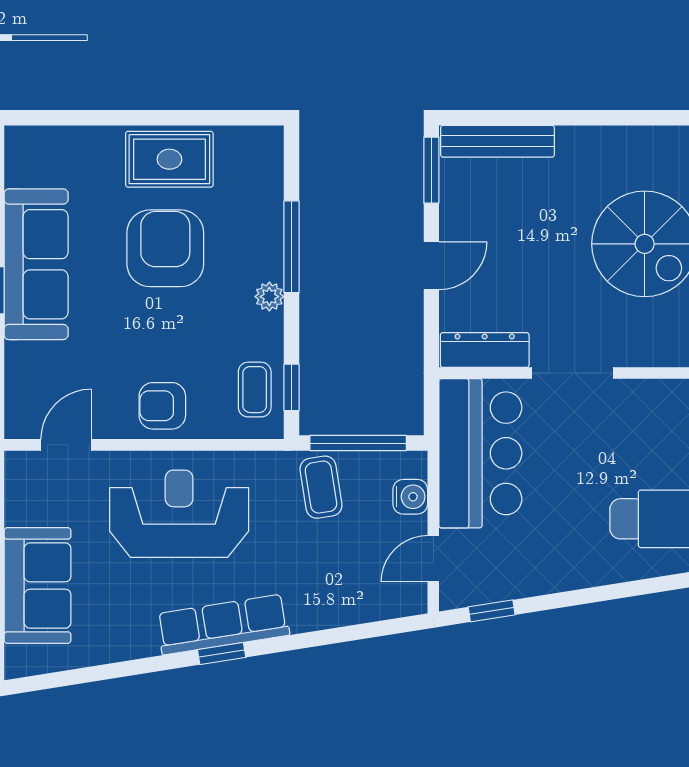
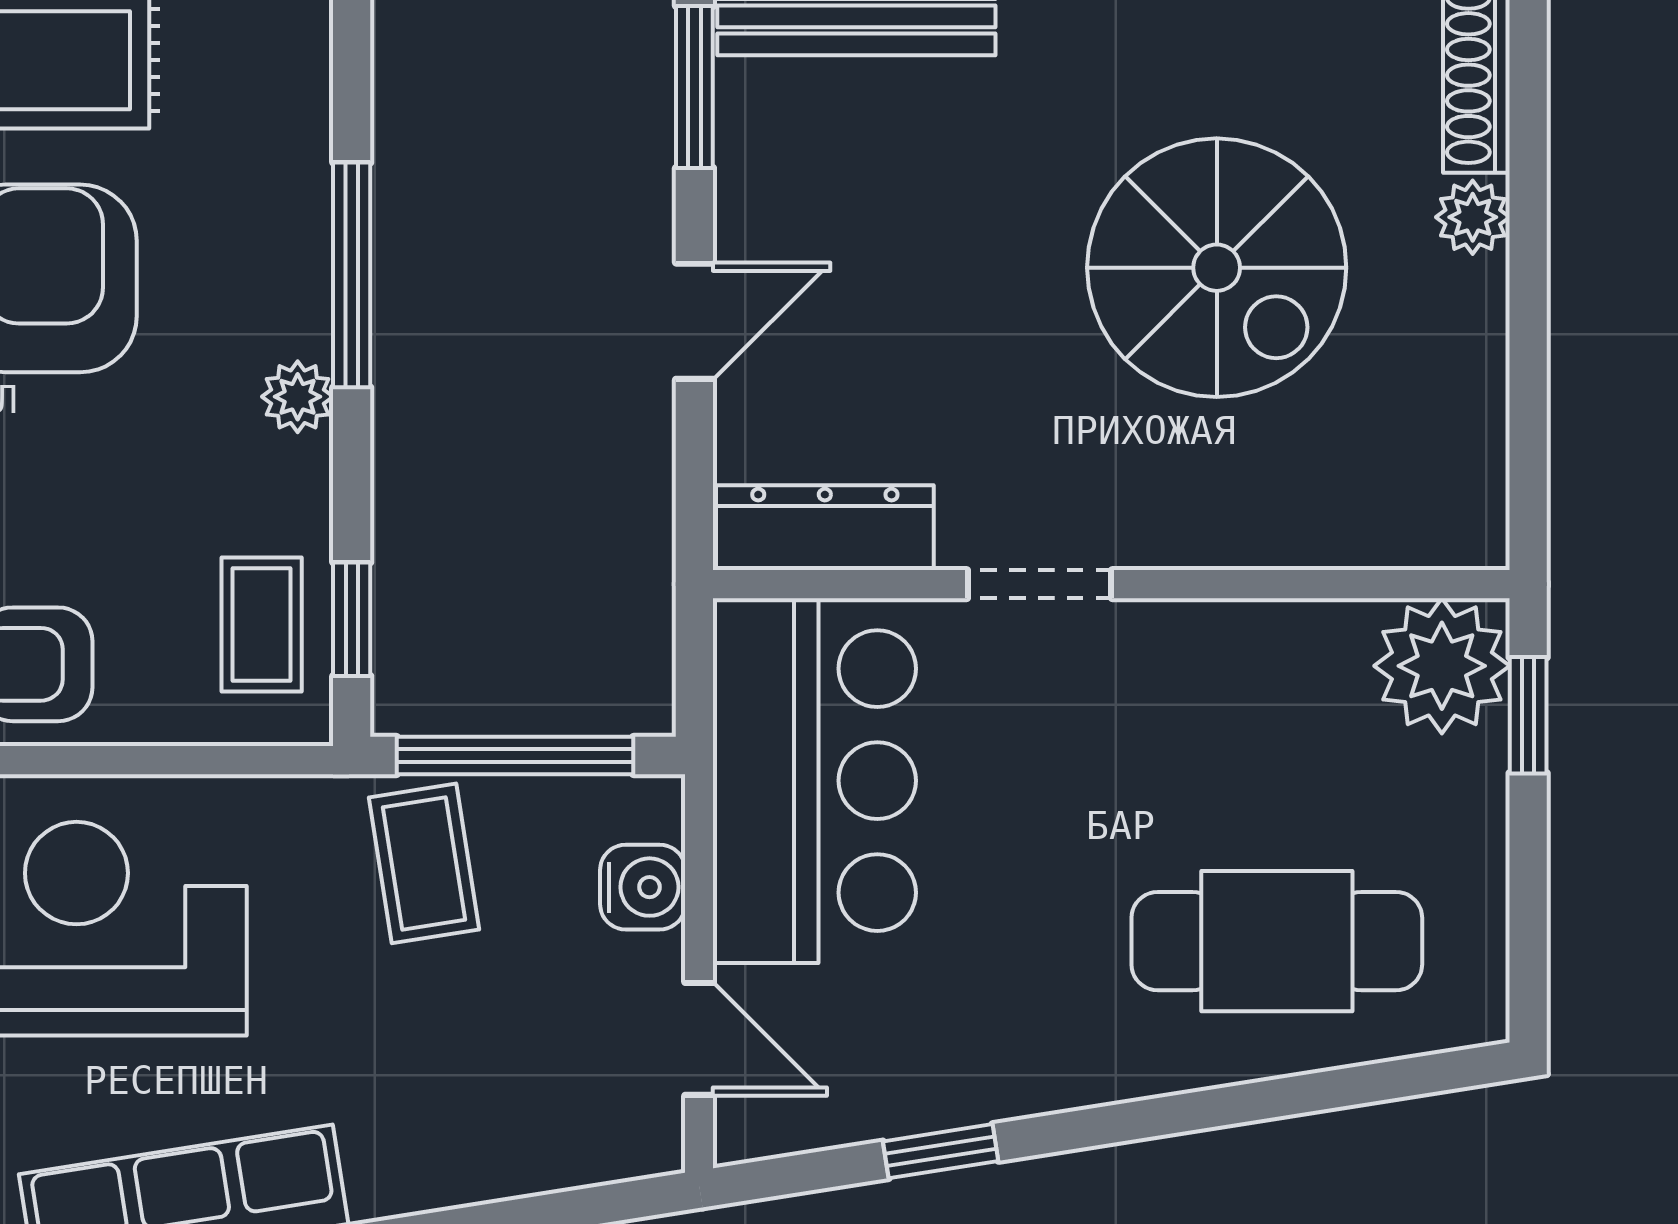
doorway: (572, 373) -> (1040, 584), width x0.73
door: (433, 559) -> (699, 1039), swing flipped
window: (492, 611) -> (941, 1151), moved

